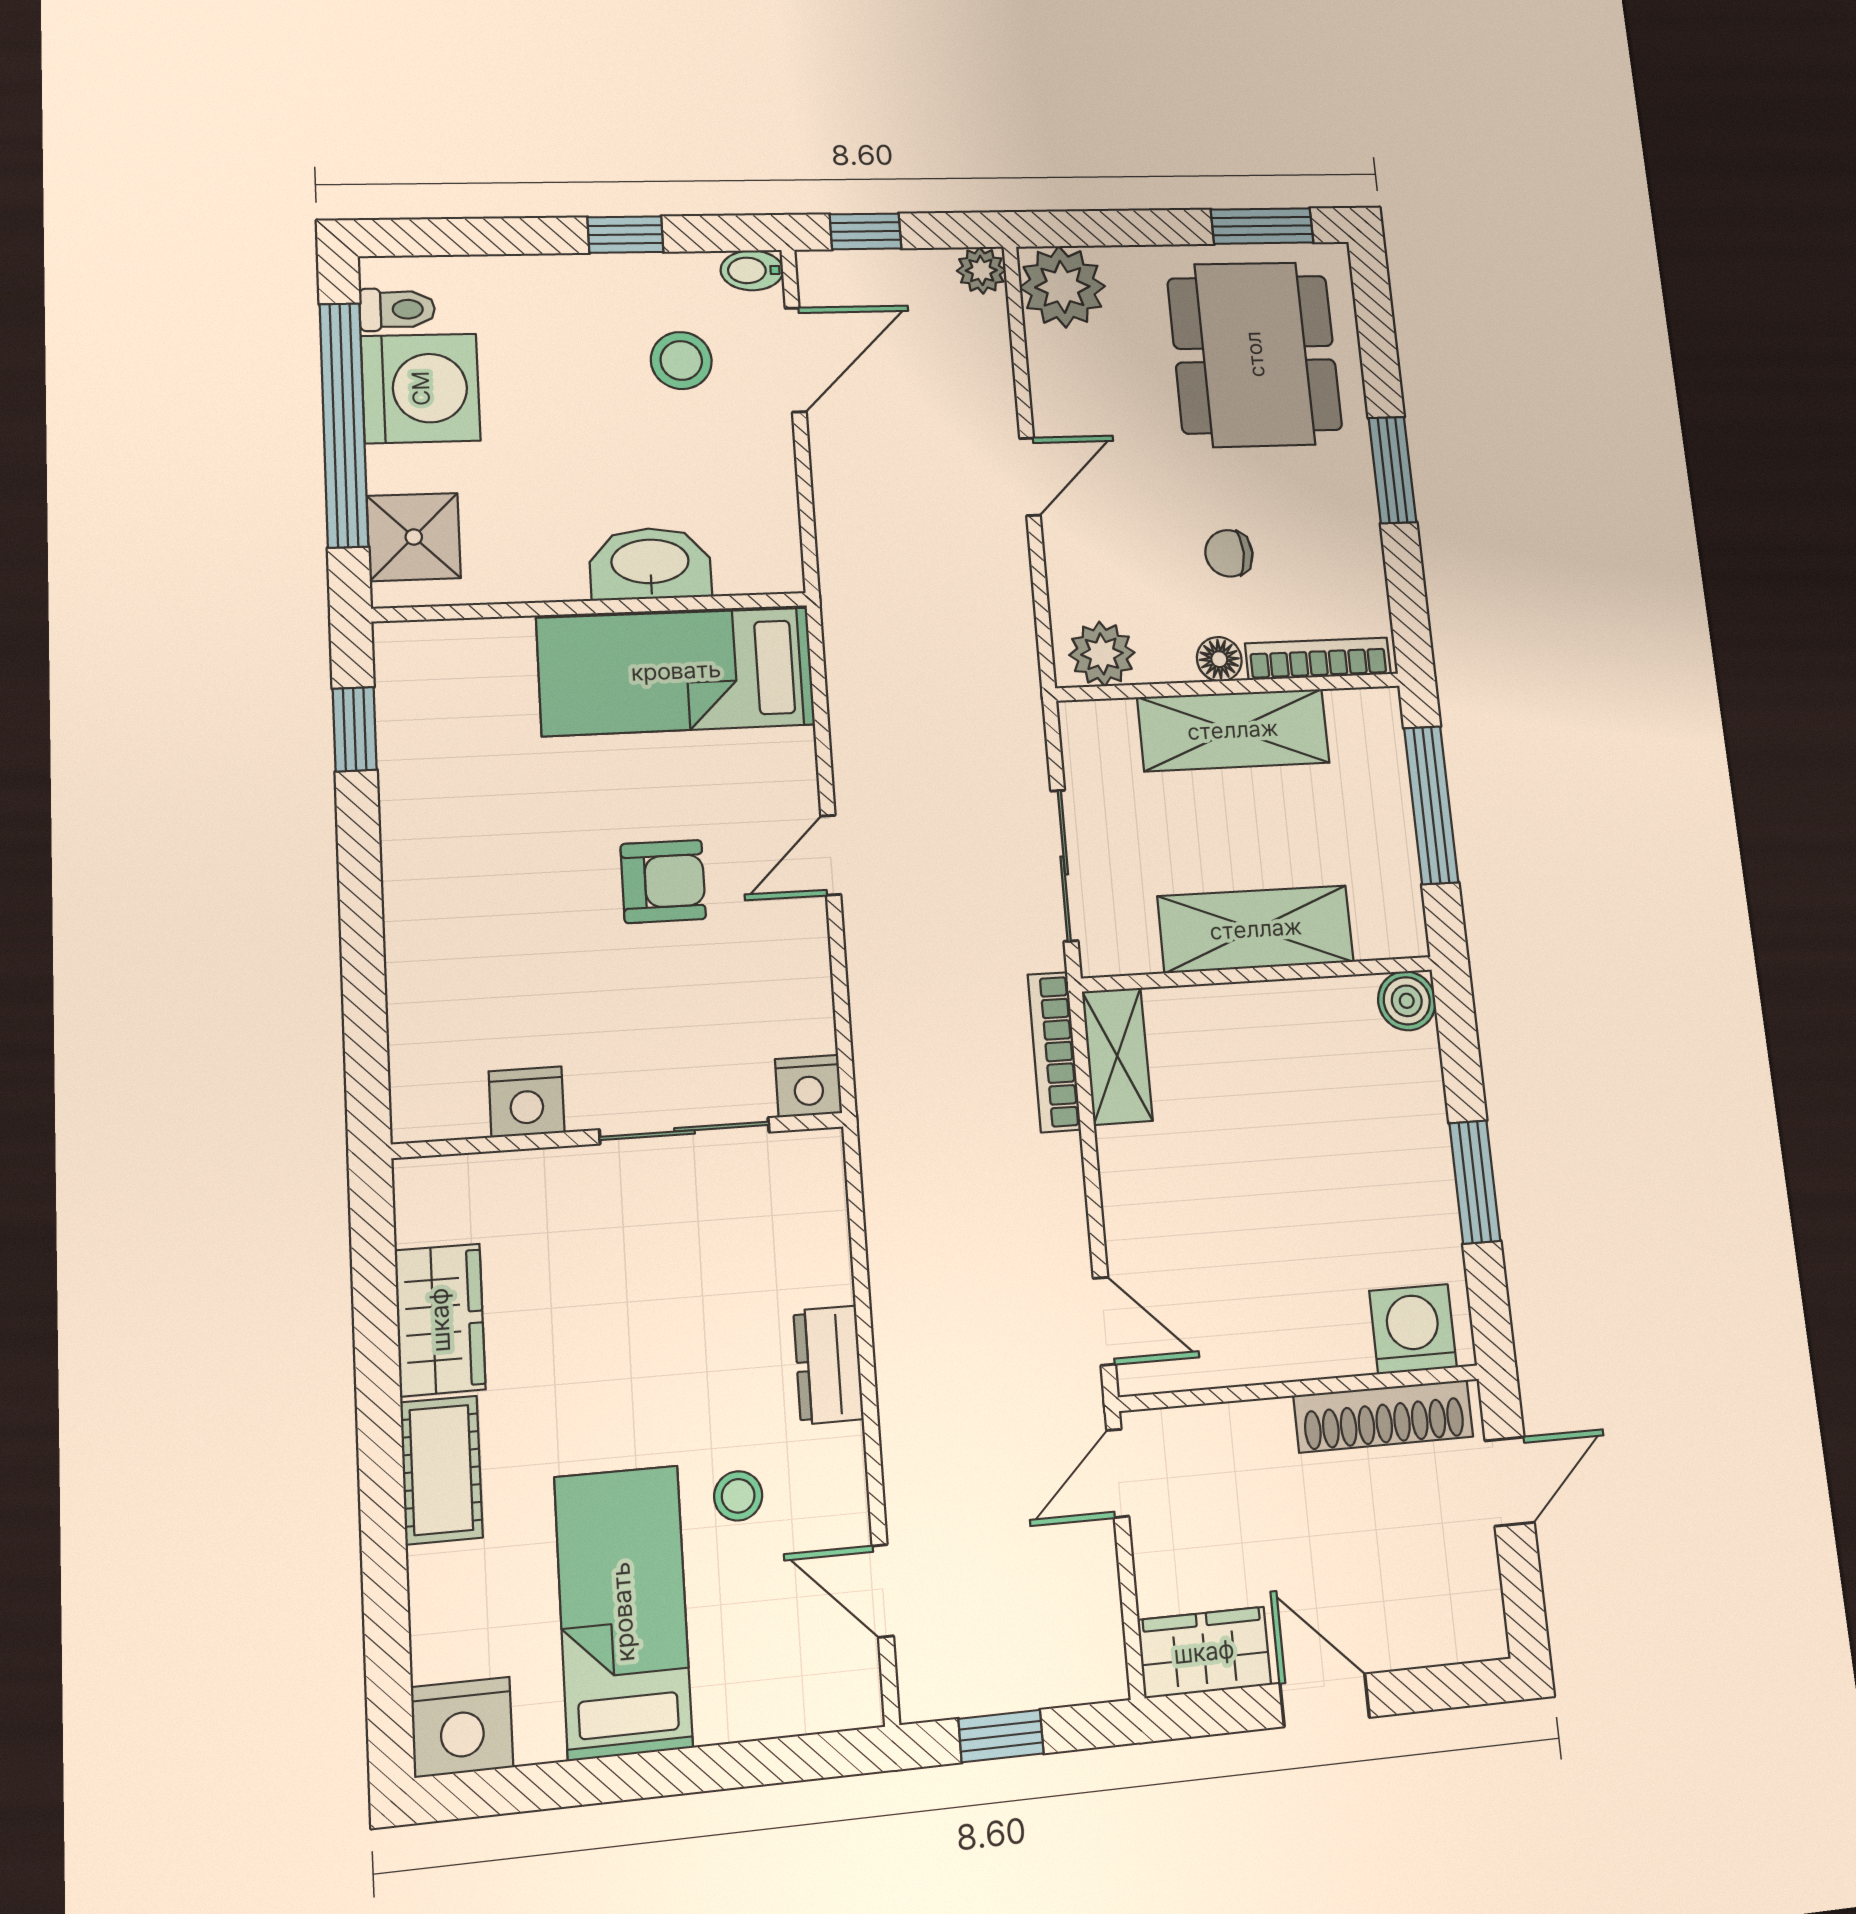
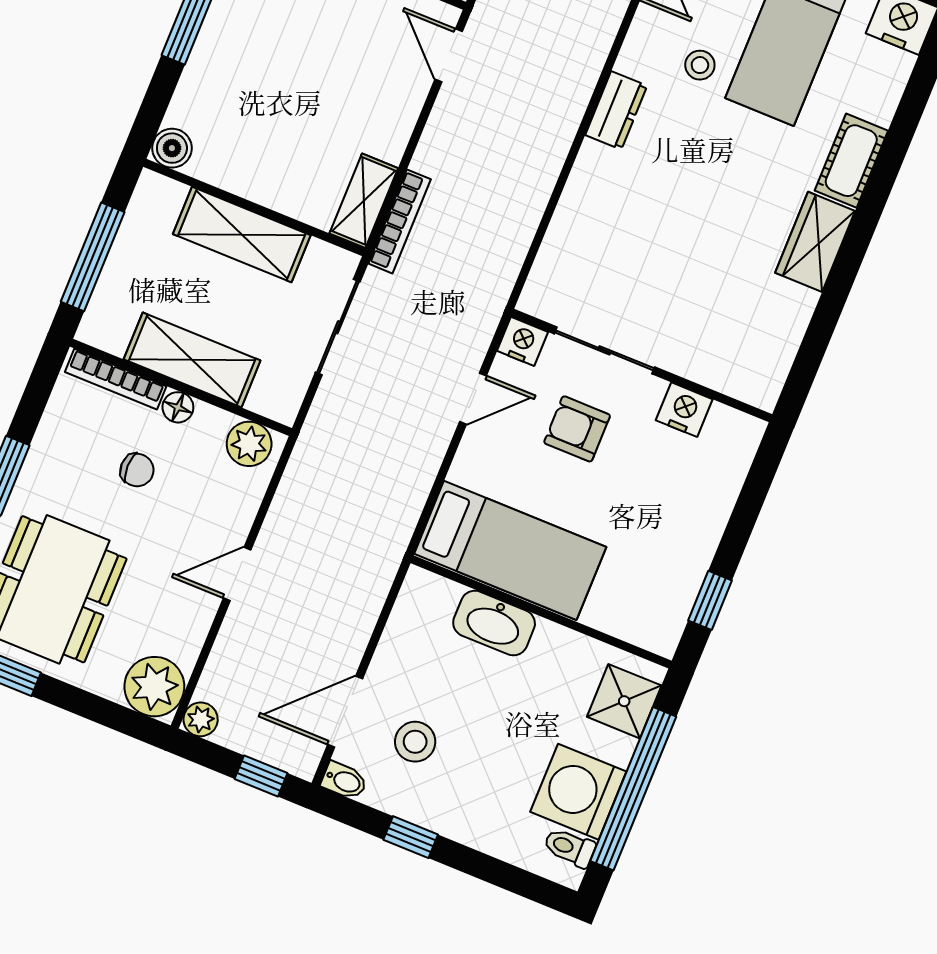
nightstand: (809, 1086) -> (523, 341), moved
nightstand: (527, 1102) -> (684, 410), moved
sliding door: (685, 1131) -> (605, 350), moved
wall: (620, 1135) -> (642, 365), moved

